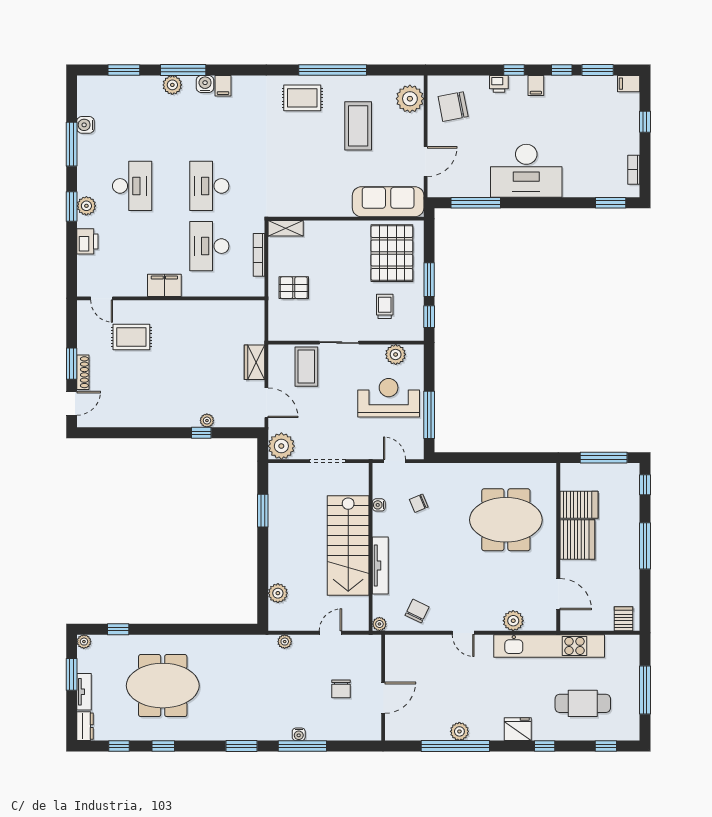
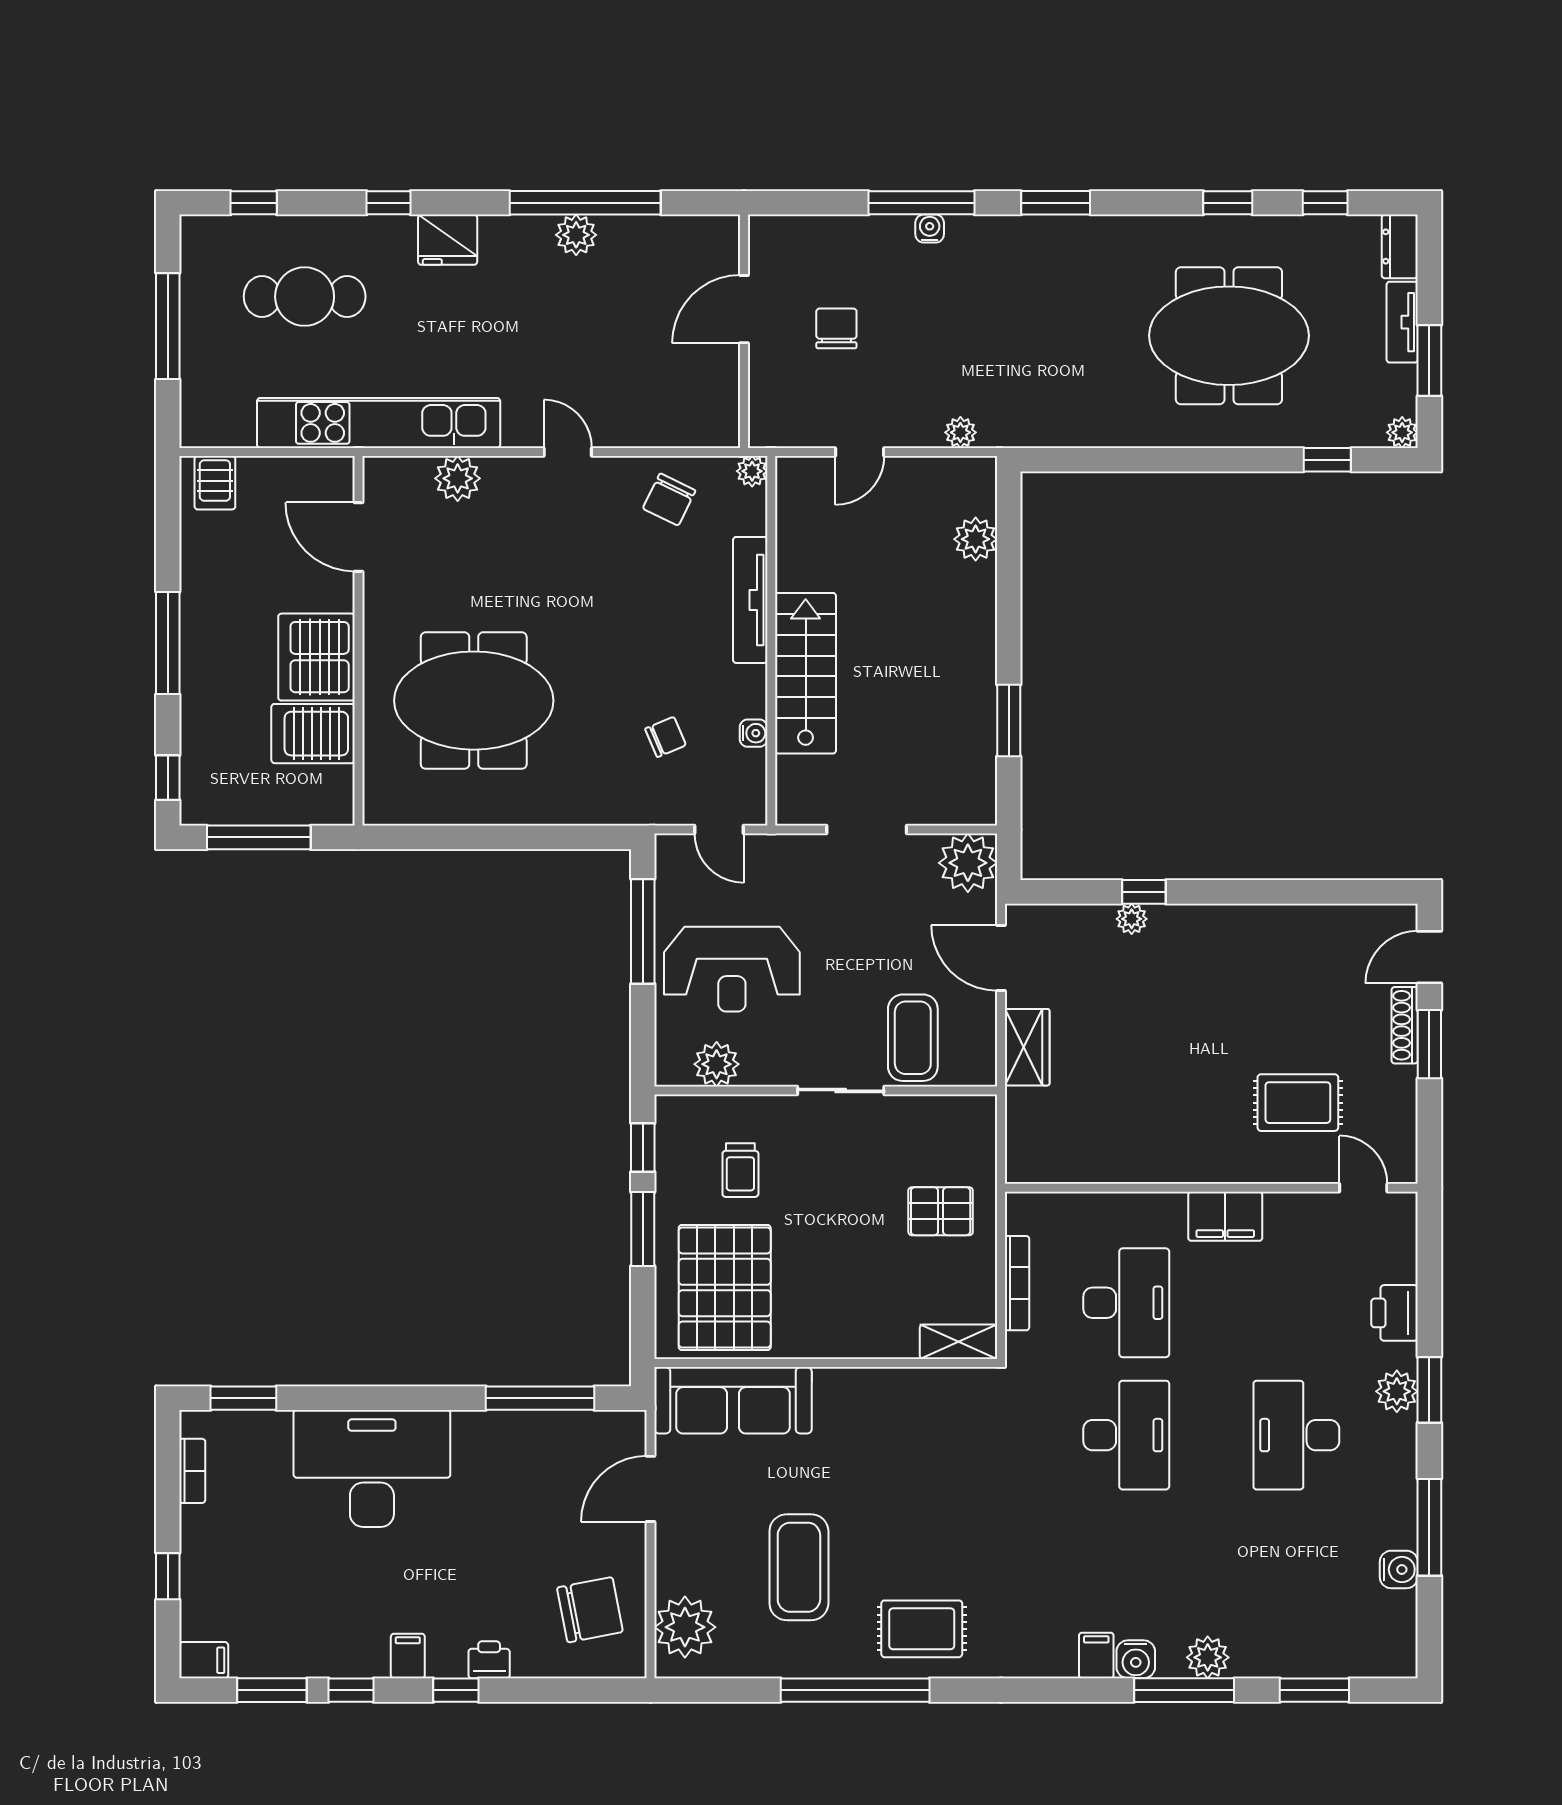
desk: (526, 171) -> (372, 1468), moved
stairs: (348, 545) -> (806, 673), width x0.73, depth x0.66

